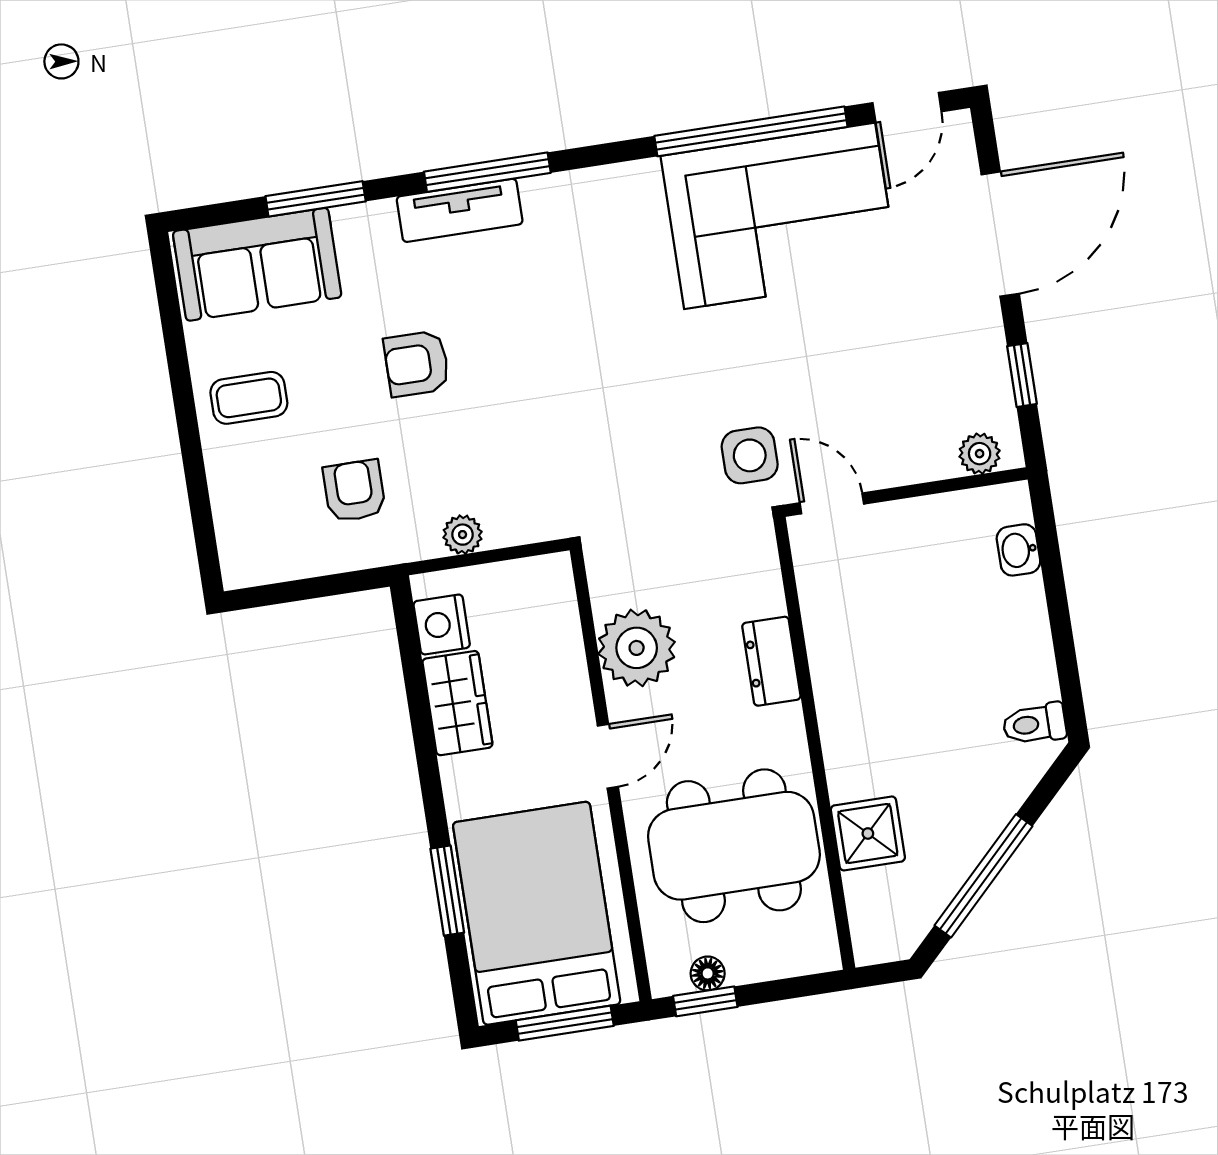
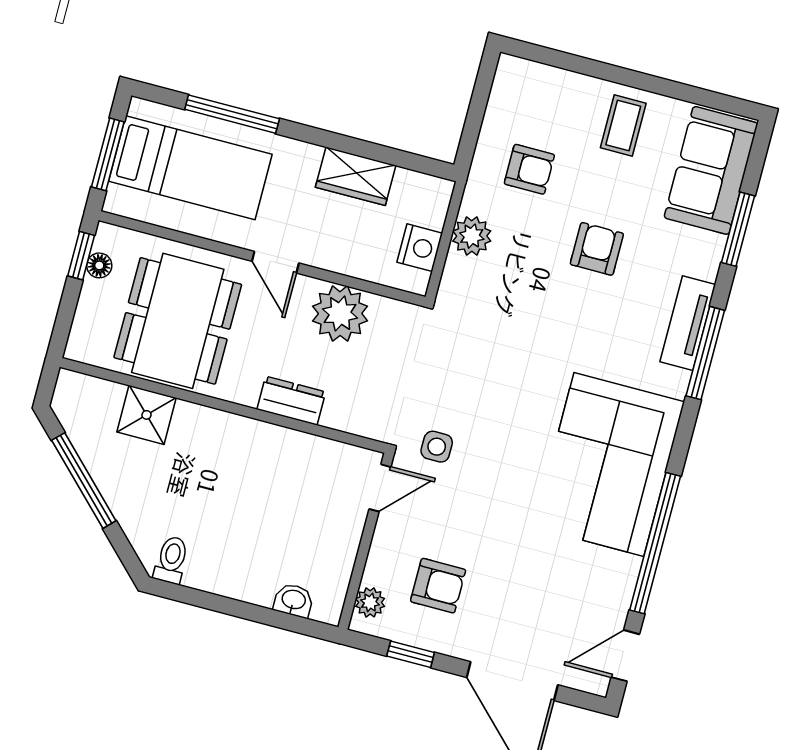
door: (907, 107) -> (625, 656), hinge flipped
corner sofa: (780, 216) -> (609, 464), moved
armchair: (922, 378) -> (438, 586), added
side table: (750, 455) -> (437, 447), width x0.73, depth x0.73
plant: (463, 535) -> (472, 236), width x1.38, depth x1.38
nightstand: (442, 624) -> (420, 248), moved, turned 90
window: (447, 891) -> (232, 114), width x1.44
bed: (537, 913) -> (190, 168), width x0.67

